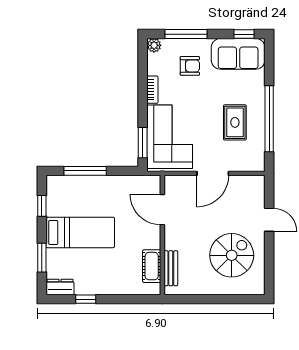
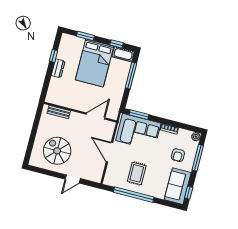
rug: (235, 122) -> (137, 173), turned 90
bed: (80, 232) -> (95, 63), width x1.50
spiral stairs: (232, 255) -> (57, 151), turned 180
cot: (152, 266) -> (123, 54), moved
dresser: (60, 287) -> (58, 68), moved

